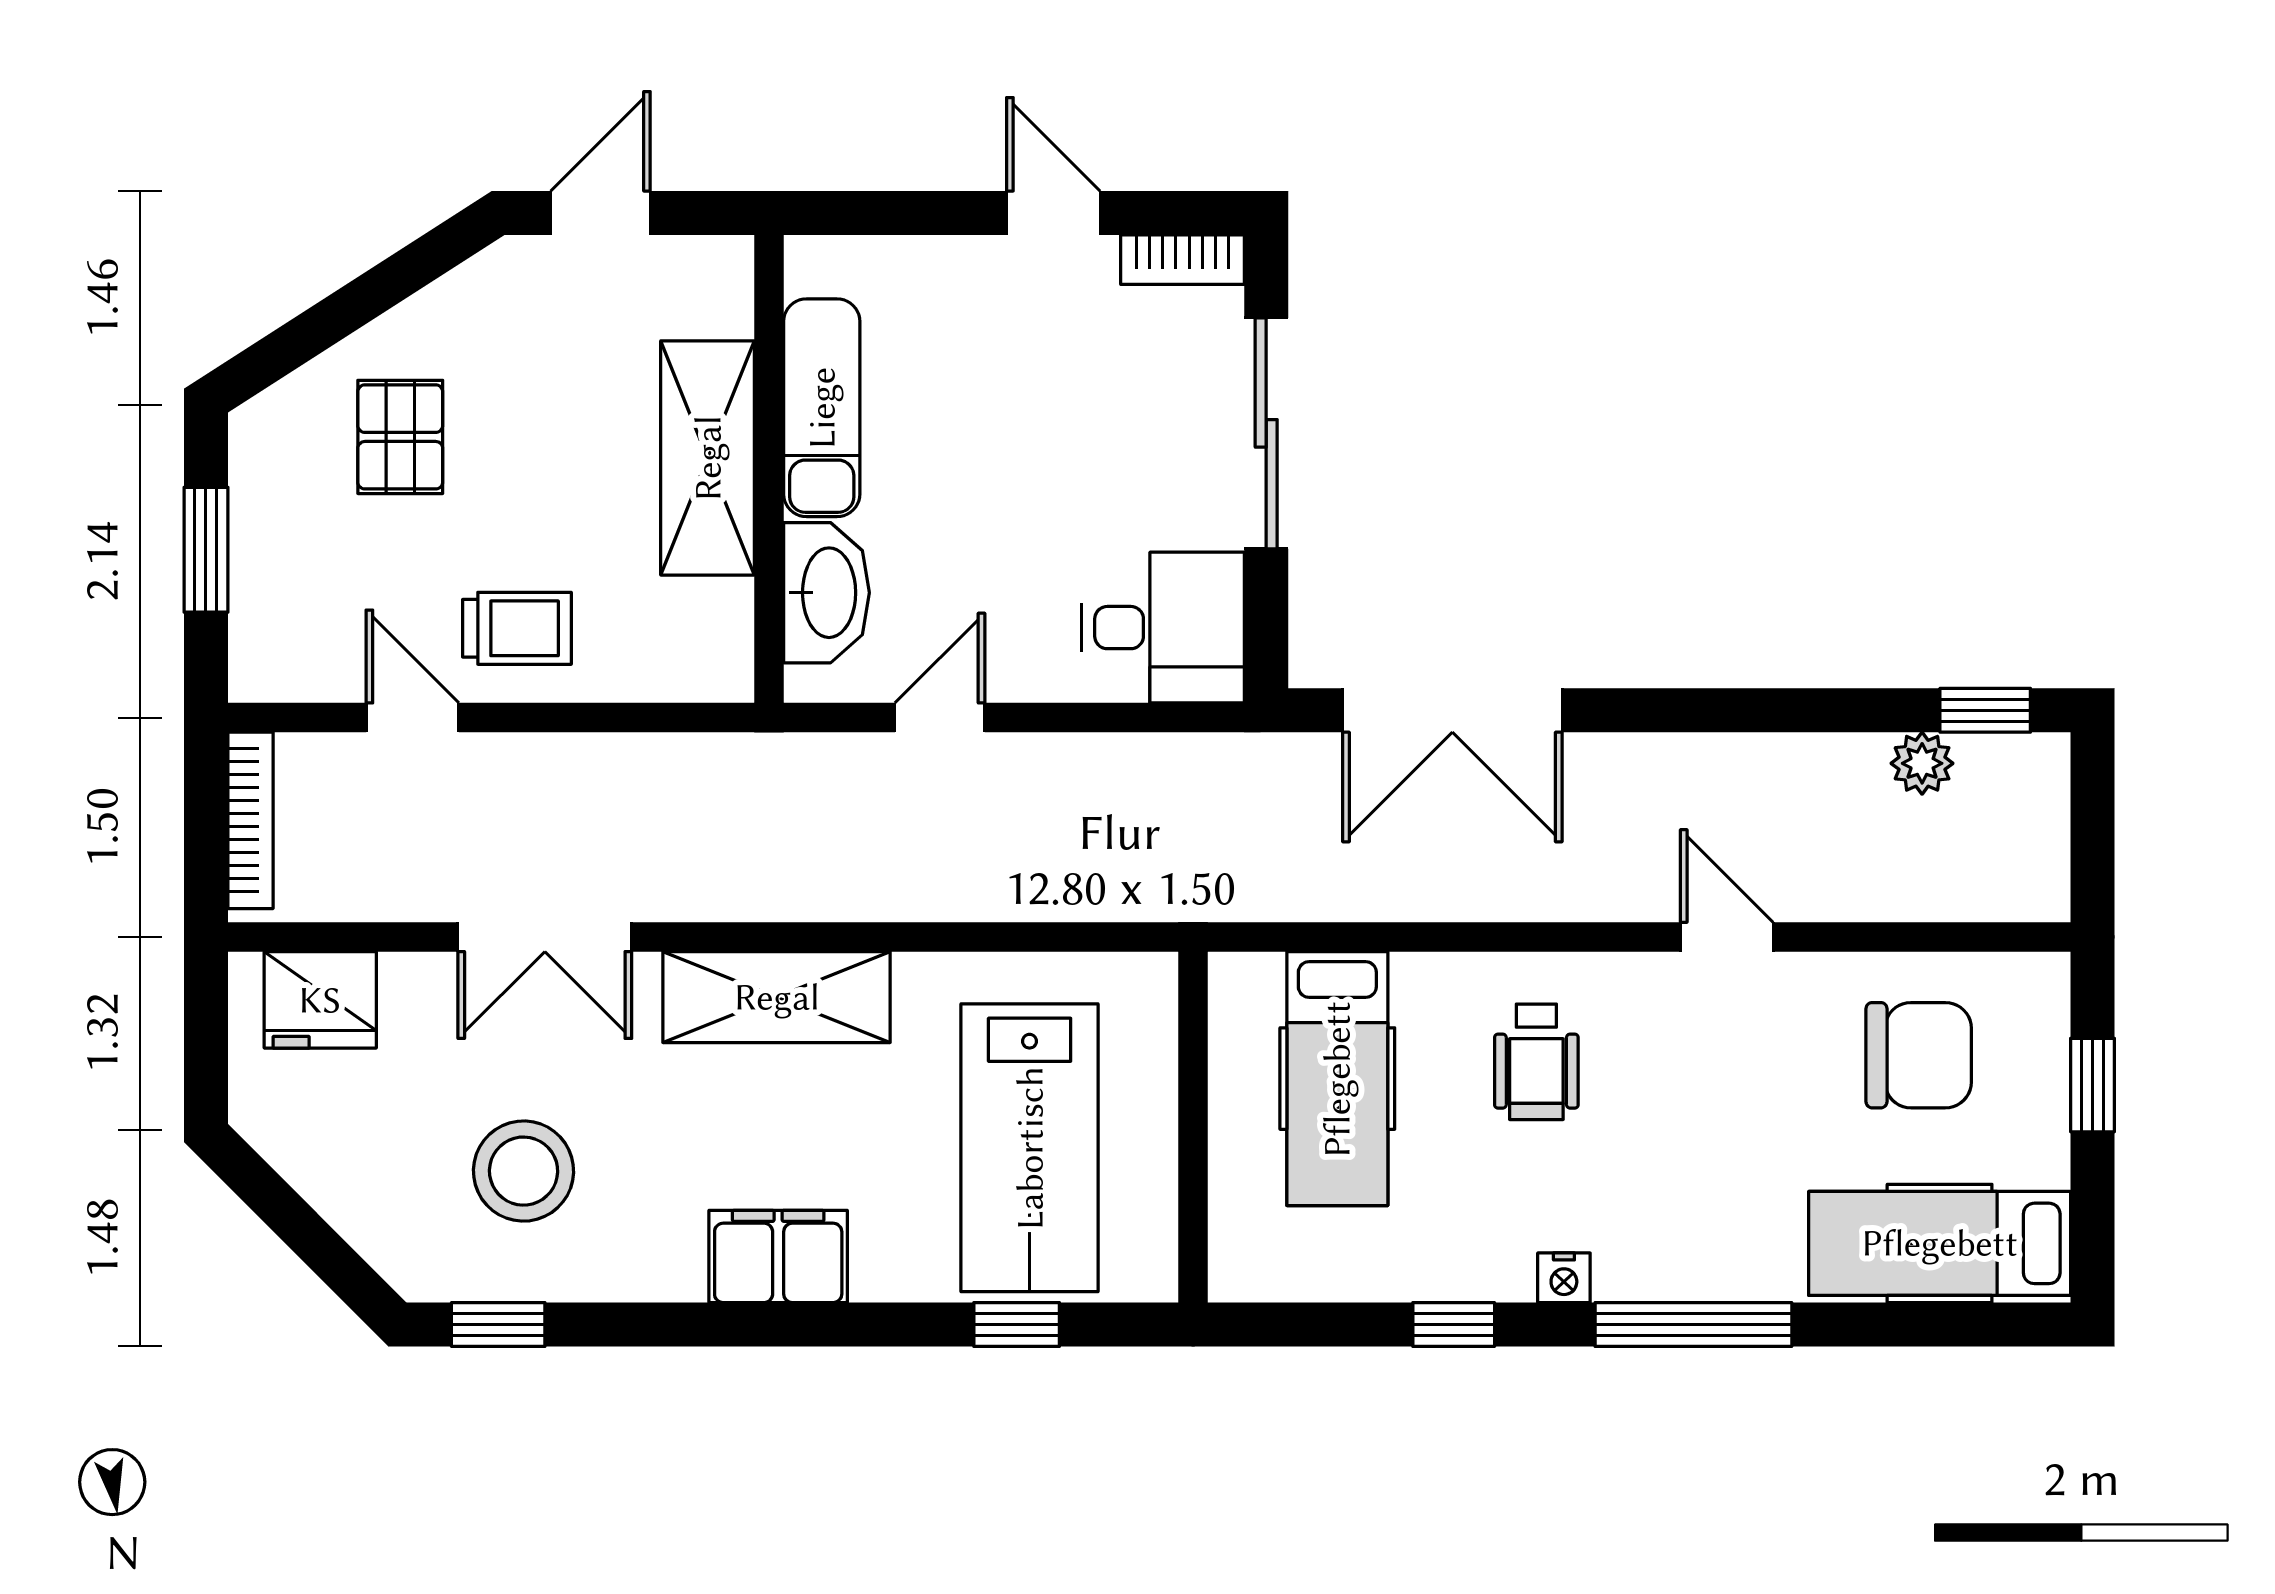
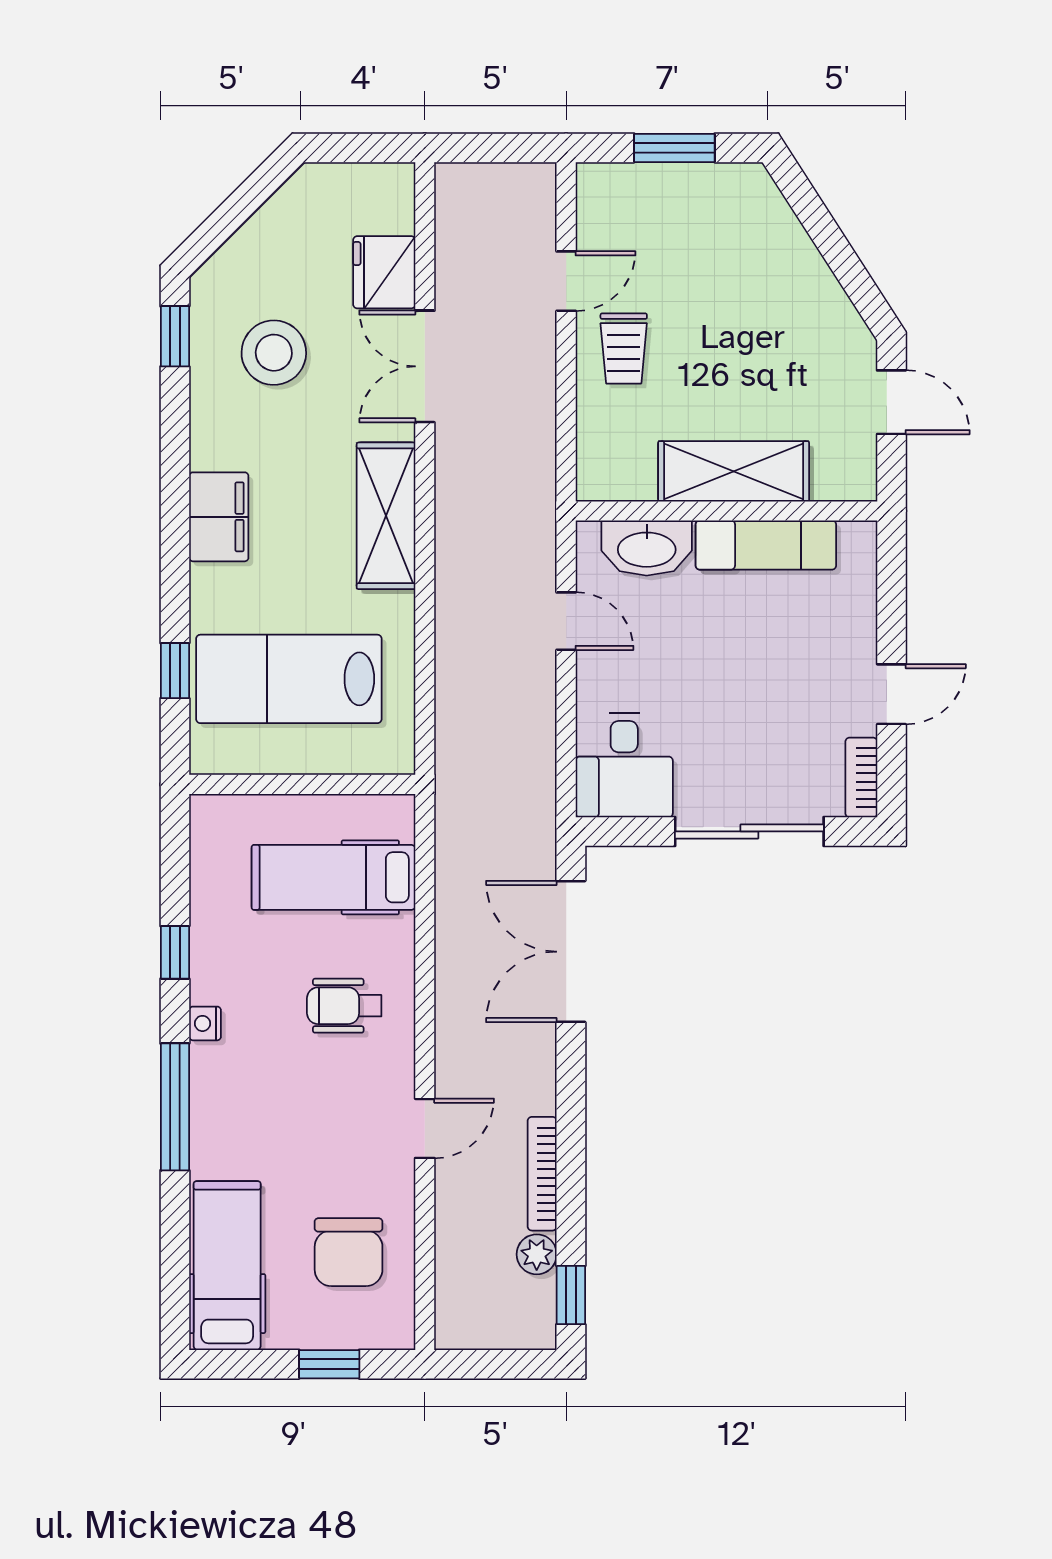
pallet: (400, 437) -> (747, 273), removed
bookcase: (250, 820) -> (542, 1174), moved, turned 90
fridge: (320, 1000) -> (384, 272), moved

